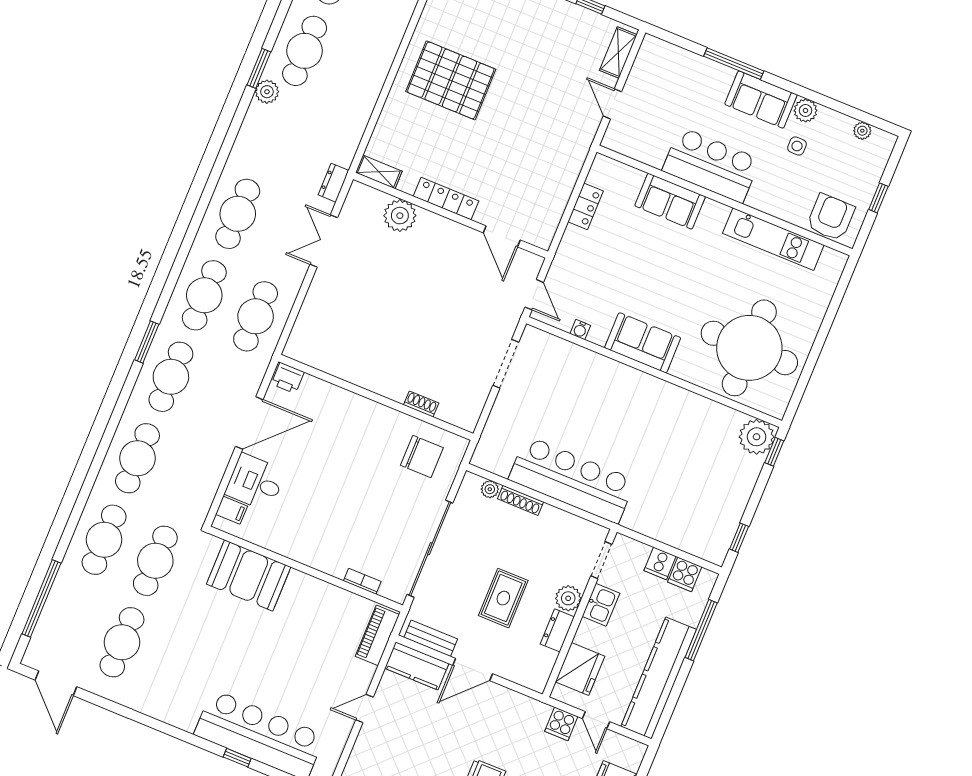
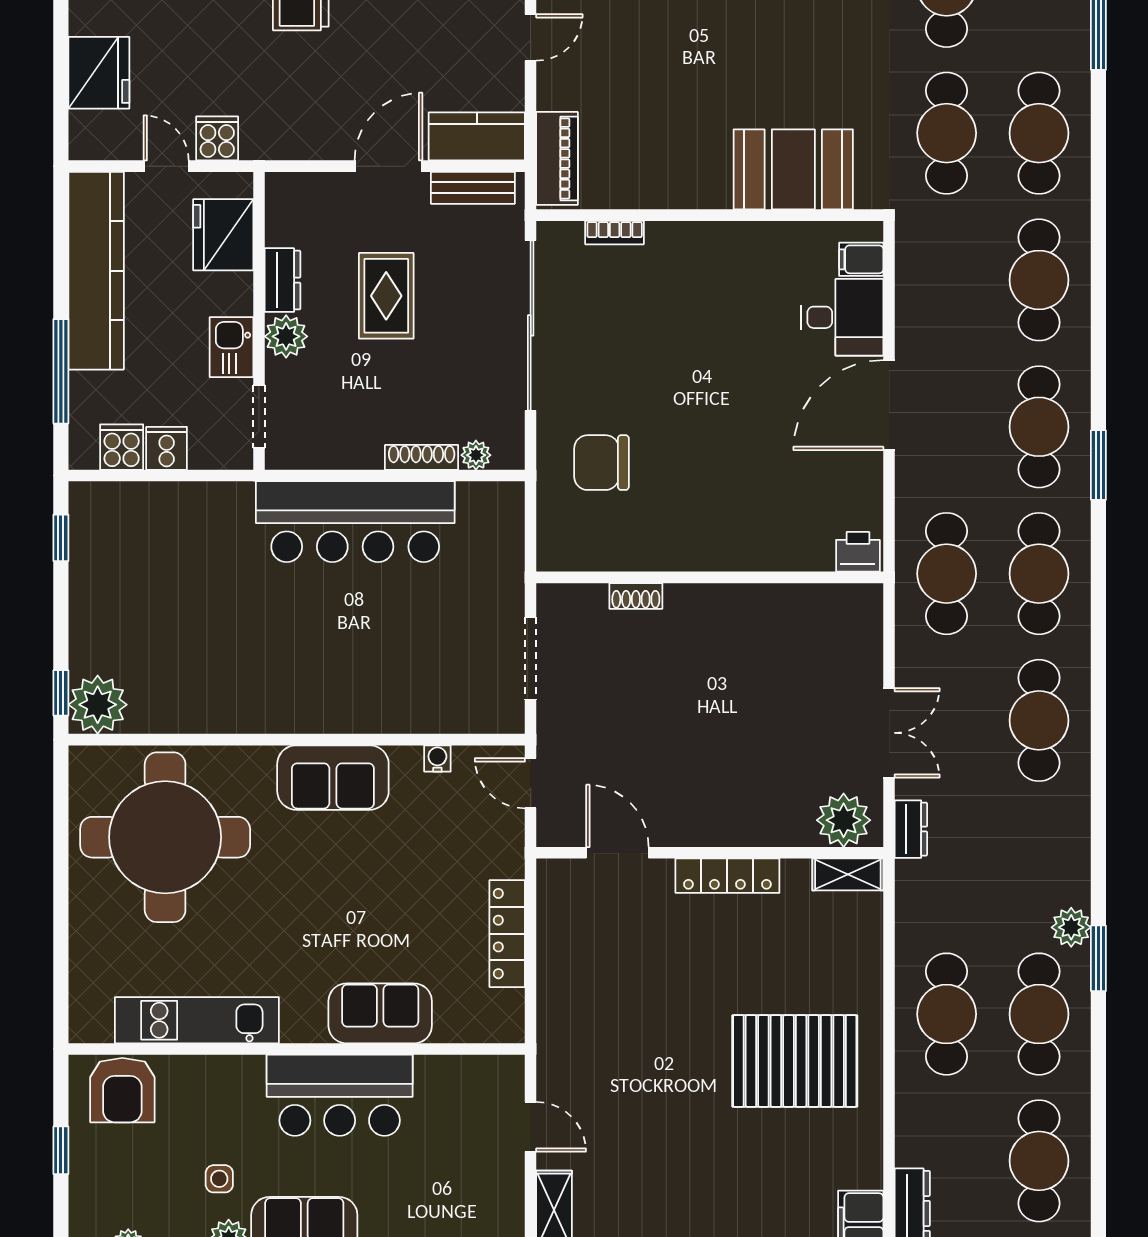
cafe table: (356, 72) -> (947, 1014), added
locker: (586, 206) -> (507, 934), width x1.53
plant: (400, 216) -> (844, 820), moved
printer: (288, 378) -> (858, 552), moved
wall: (376, 397) -> (710, 577), moved
shoe rack: (421, 404) -> (636, 596), moved

